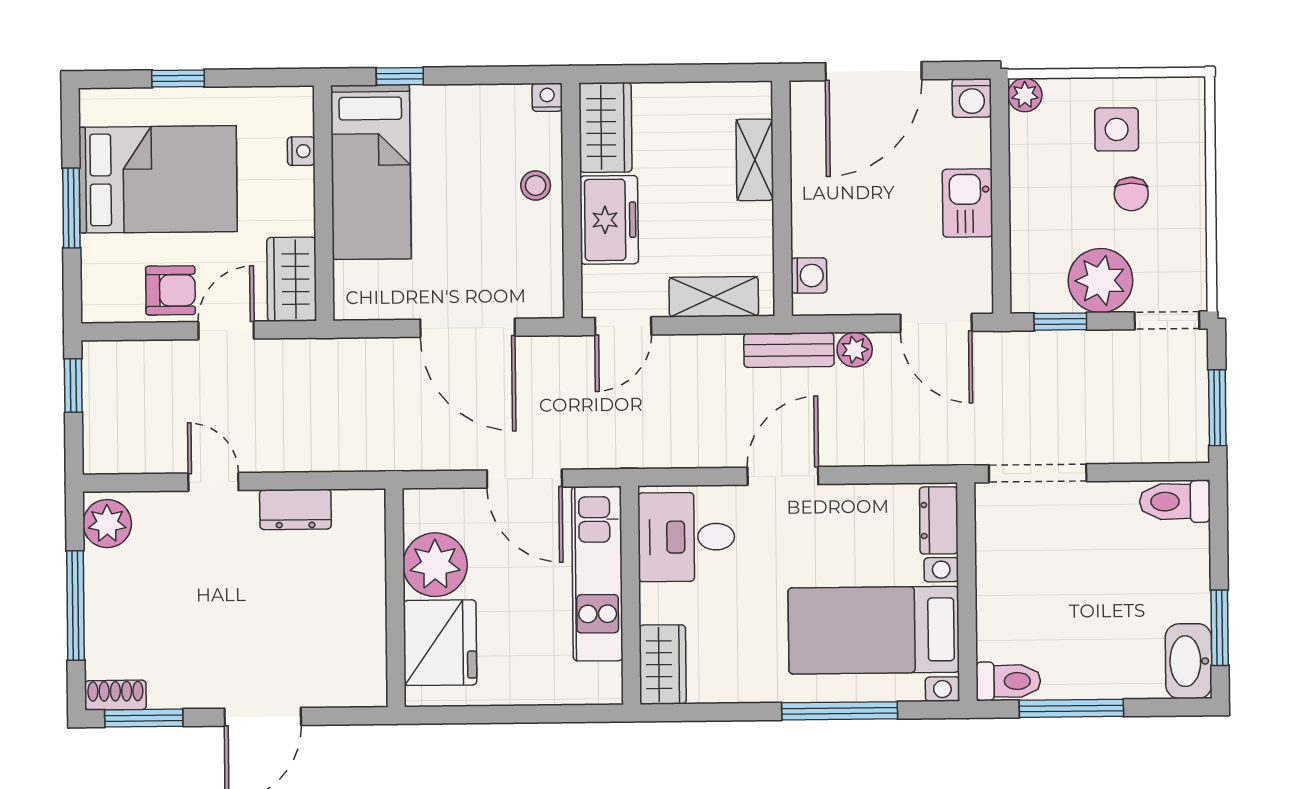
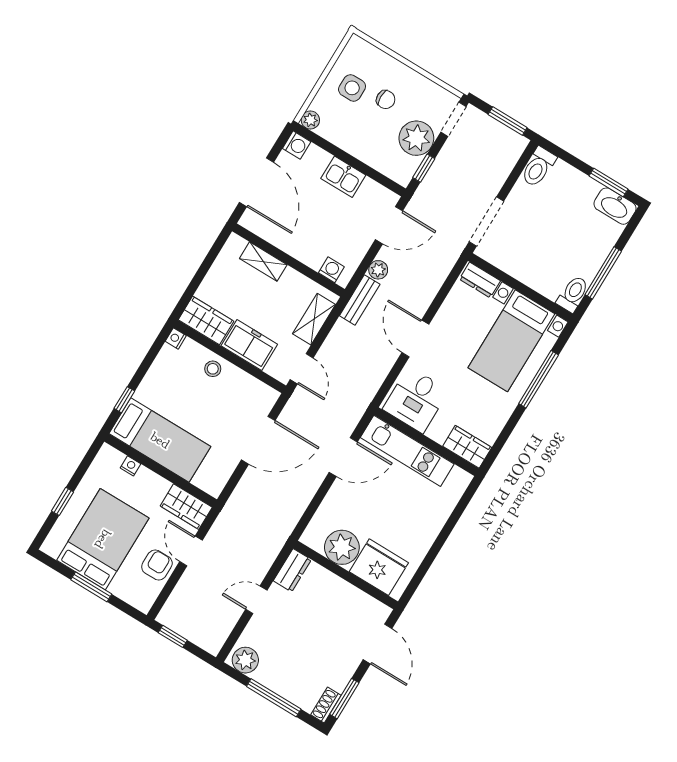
plant: (435, 565) -> (342, 547), moved
wall: (395, 598) -> (346, 575), moved
fridge: (440, 643) -> (379, 567), moved

